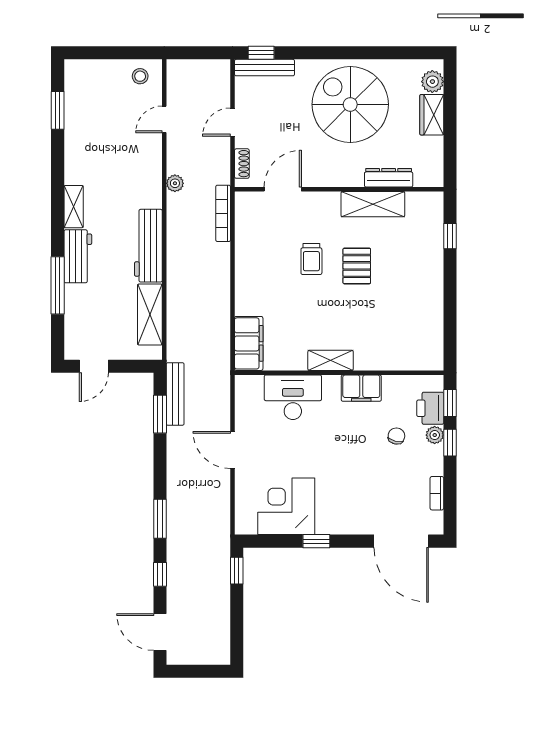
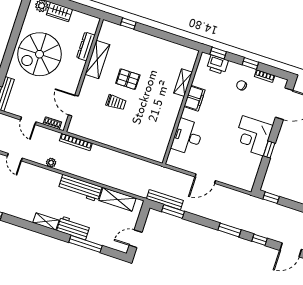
filing cabinet: (249, 343) -> (151, 151), removed
shelving: (331, 360) -> (183, 83), moved
door: (94, 366) -> (136, 239), swing flipped
plant: (435, 435) -> (233, 67), removed
chair: (396, 436) -> (242, 85), moved
window: (450, 443) -> (250, 64), moved
corner desk: (286, 506) -> (253, 136), moved

